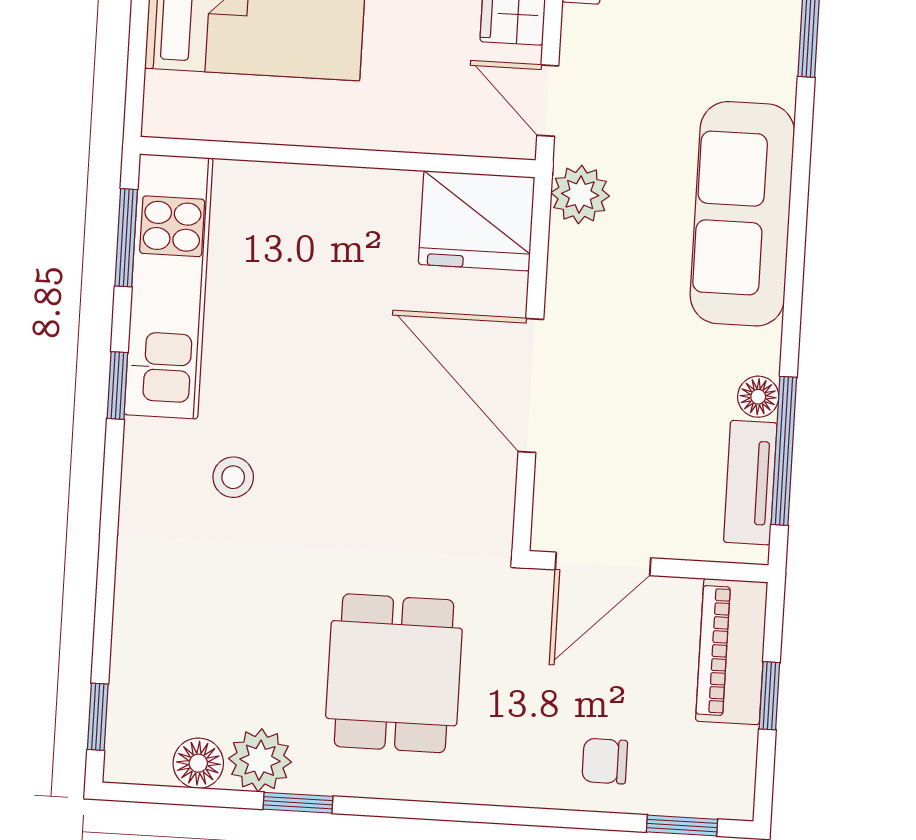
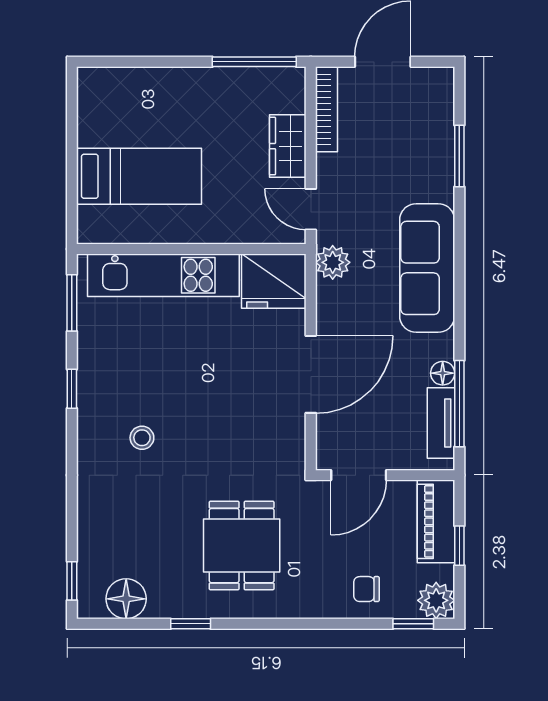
kitchen unit: (169, 286) -> (163, 275), moved, turned 90
door: (531, 385) -> (311, 374), swing flipped
plant: (260, 760) -> (436, 600), moved
floor lamp: (198, 763) -> (126, 599), width x1.38, depth x1.38

